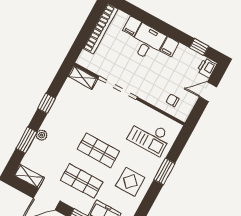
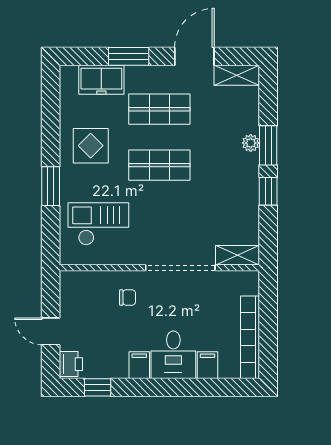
door: (208, 92) -> (51, 331), swing flipped
chair: (172, 100) -> (128, 297), moved
window: (27, 140) -> (268, 145), moved

